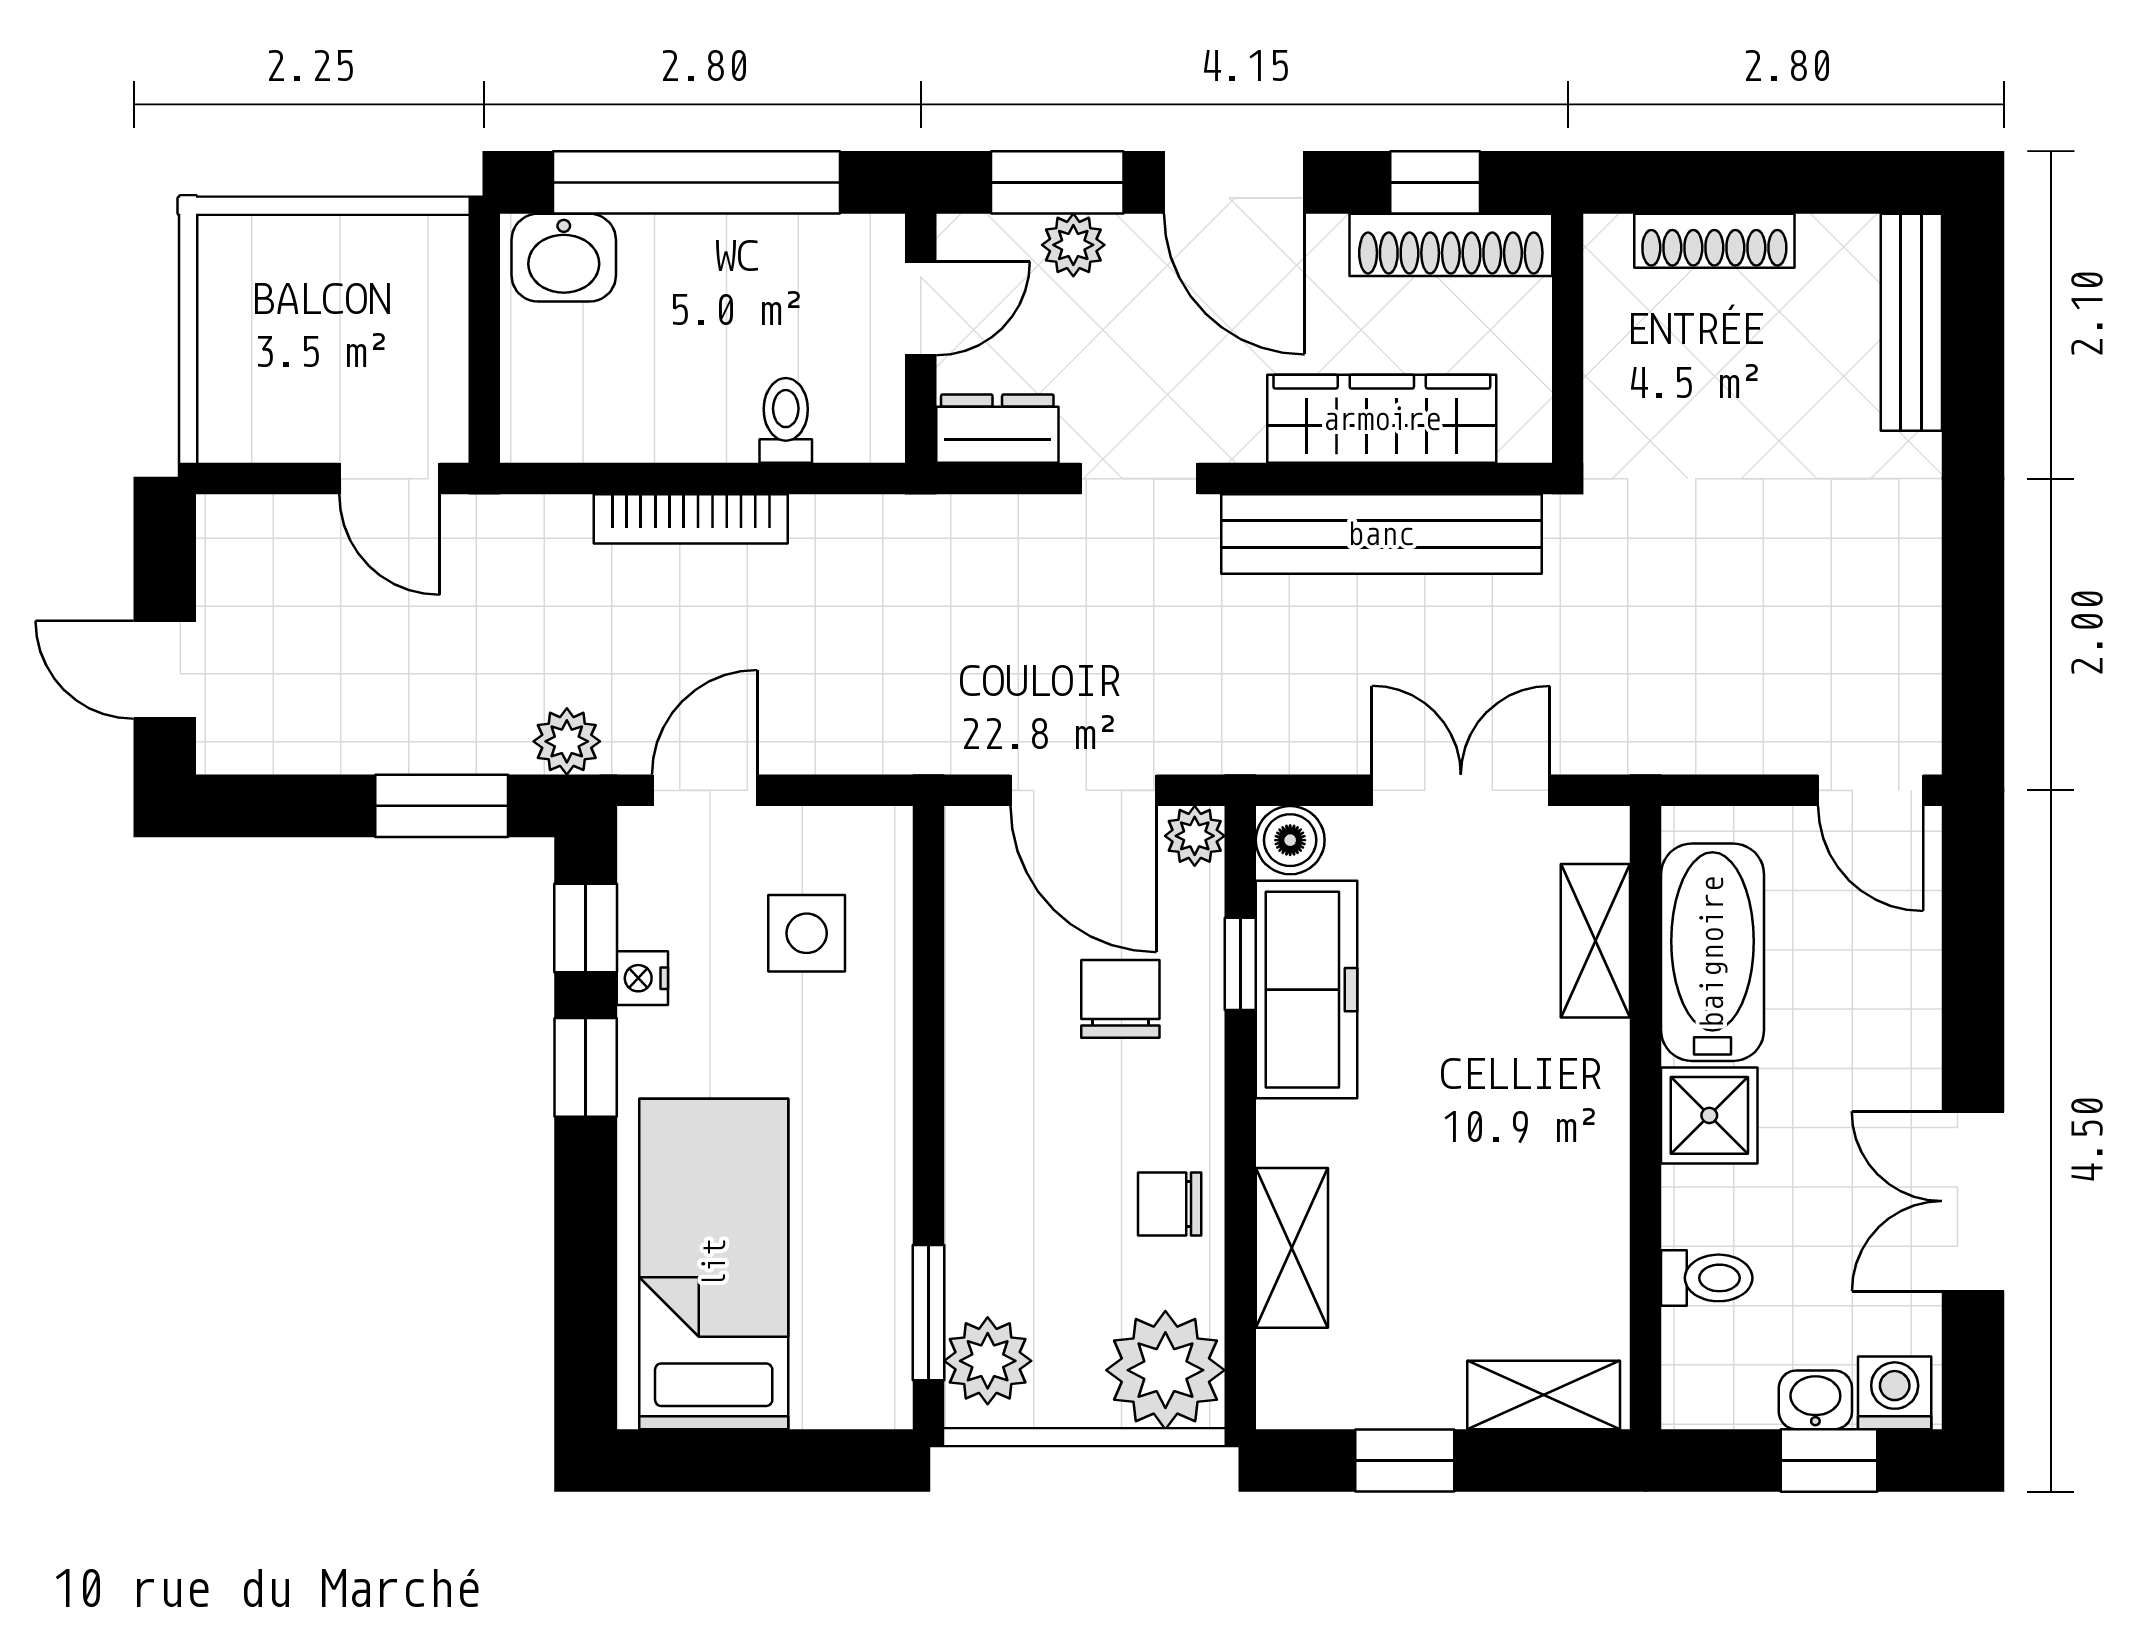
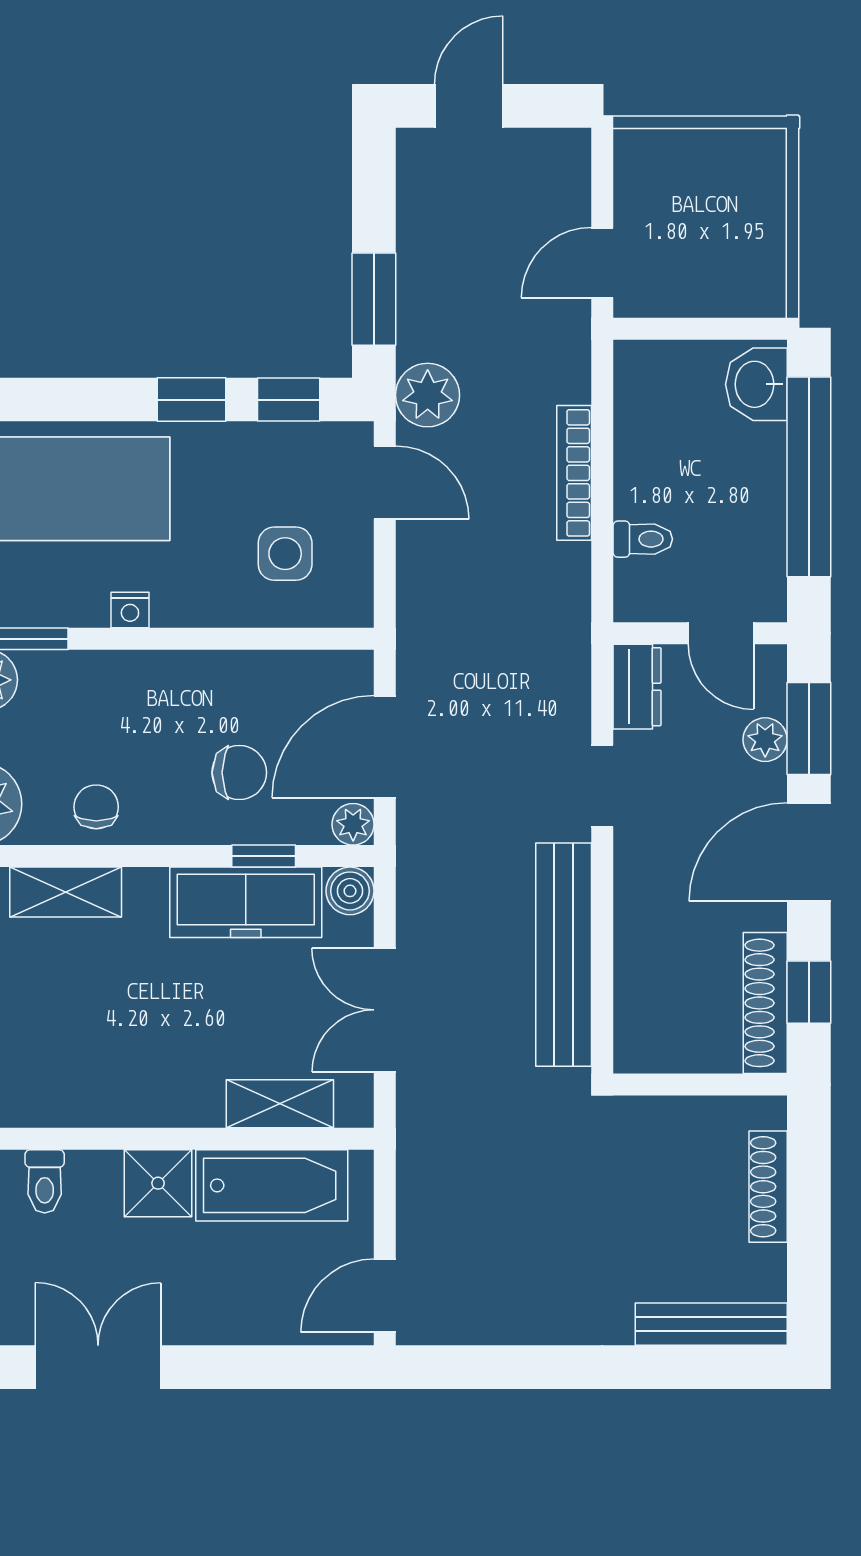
wardrobe: (1382, 419) -> (644, 955), removed
plant: (567, 741) -> (428, 395), width x1.38, depth x1.38
double door: (1461, 790) -> (385, 1010), swing flipped
nightstand: (642, 978) -> (130, 610), moved, turned 180

